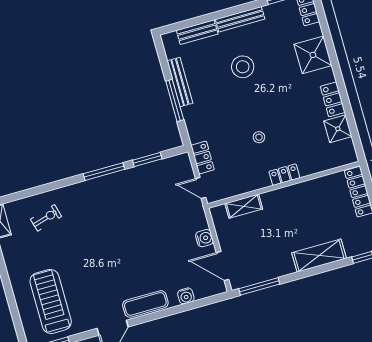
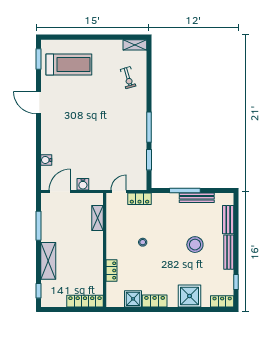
locker: (284, 175) -> (111, 271), moved
window: (259, 286) -> (38, 226), moved
exercise mat: (145, 304) -> (49, 130), removed

